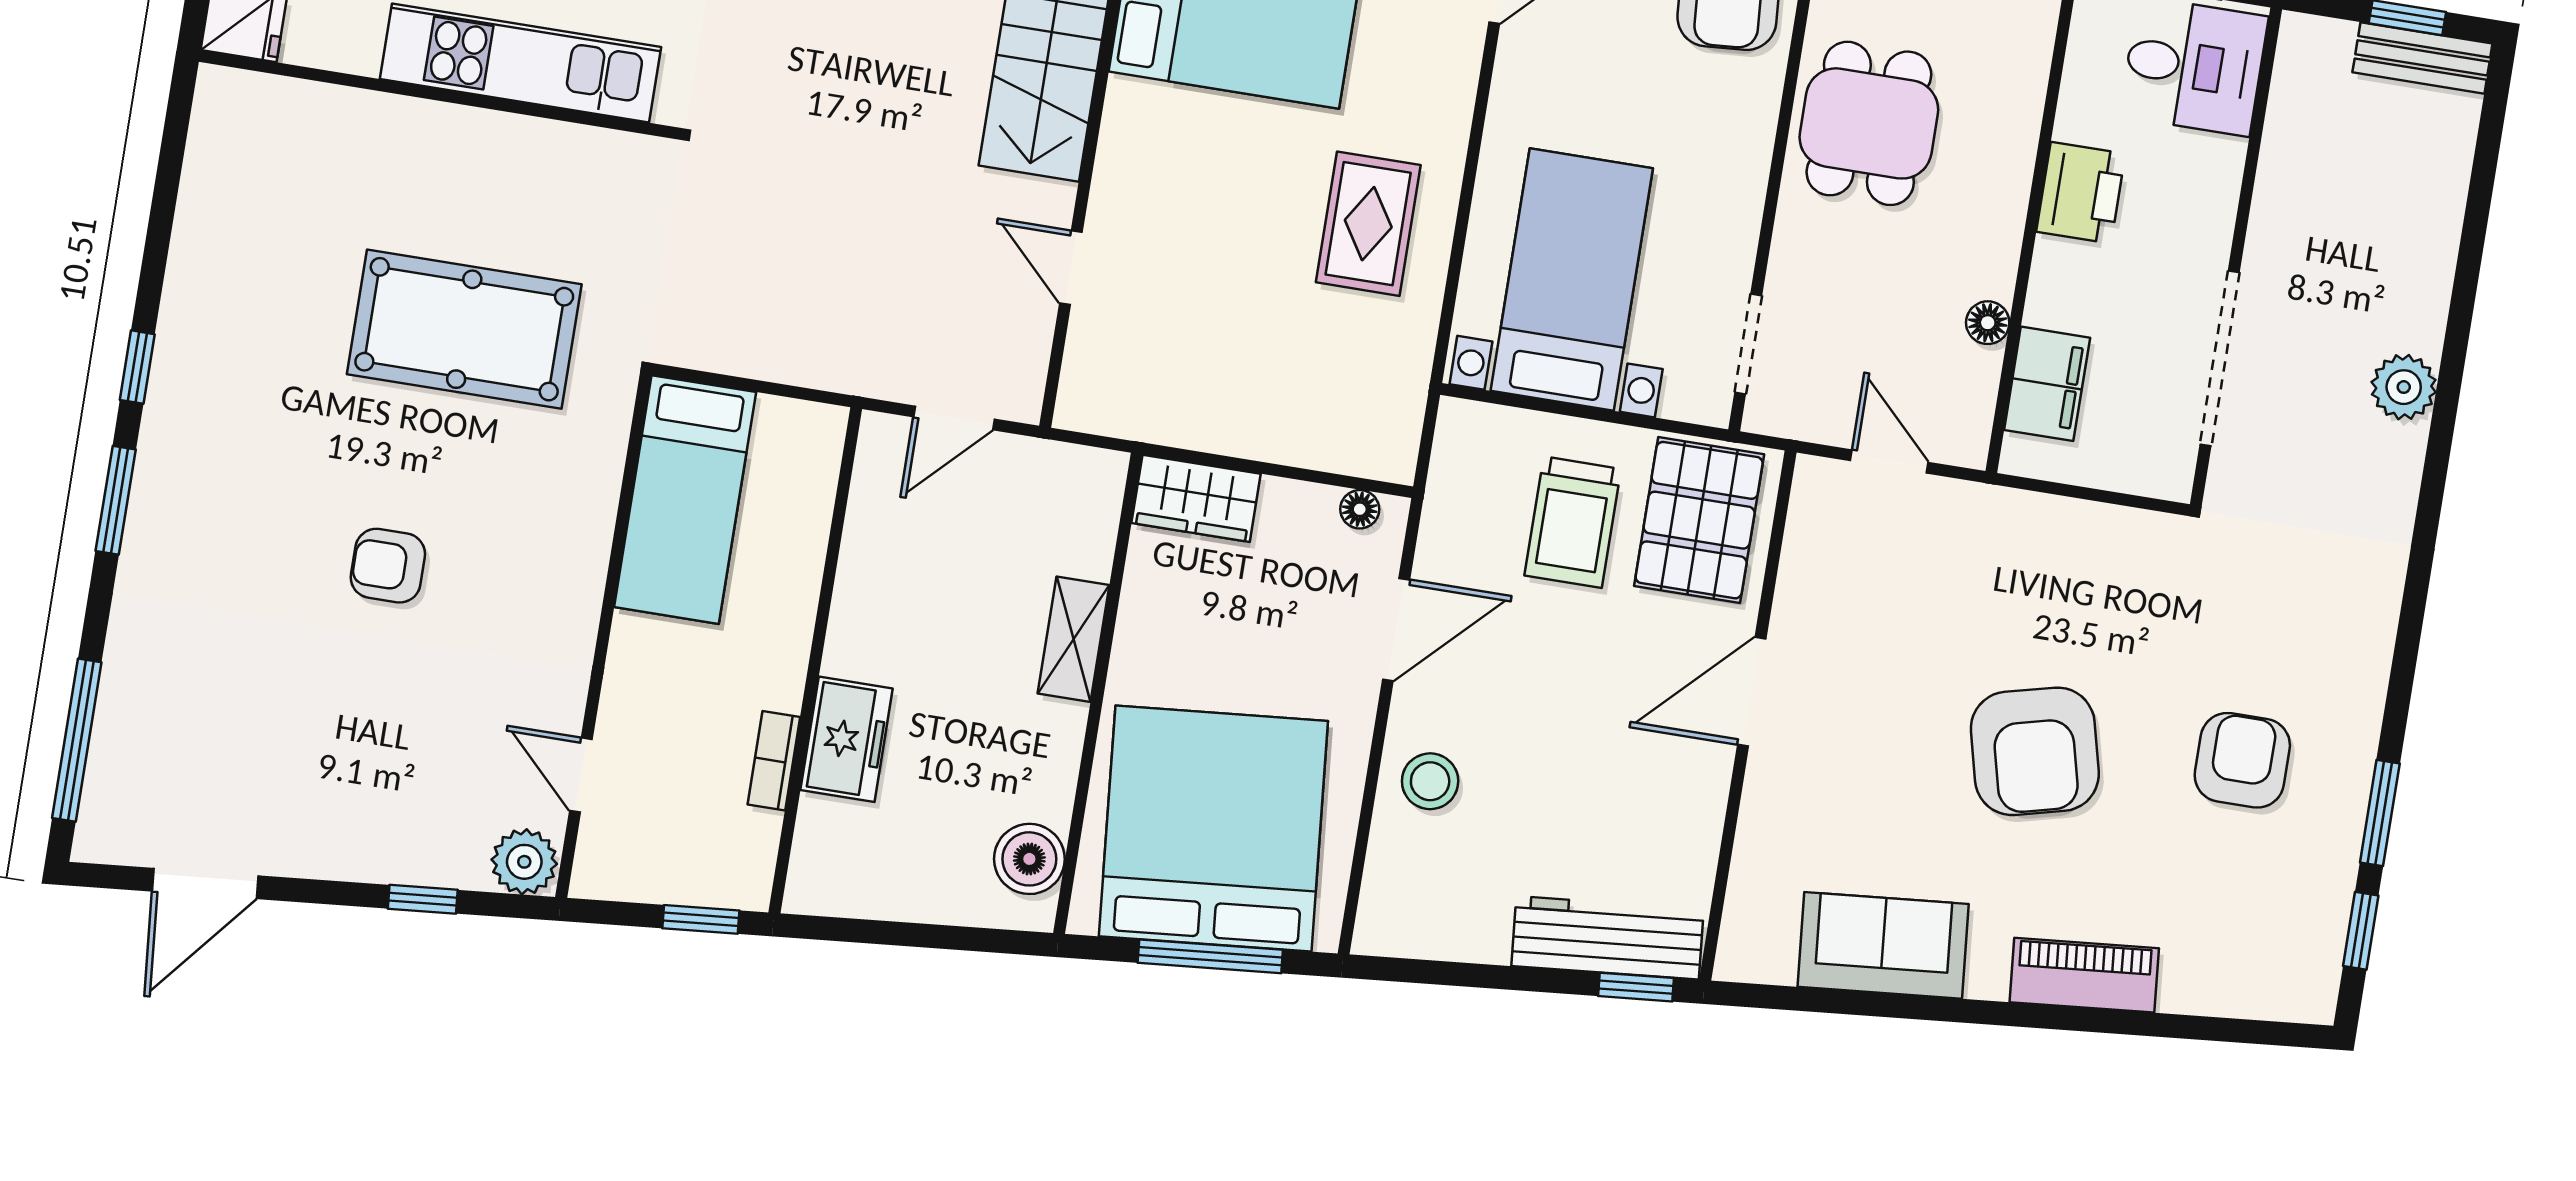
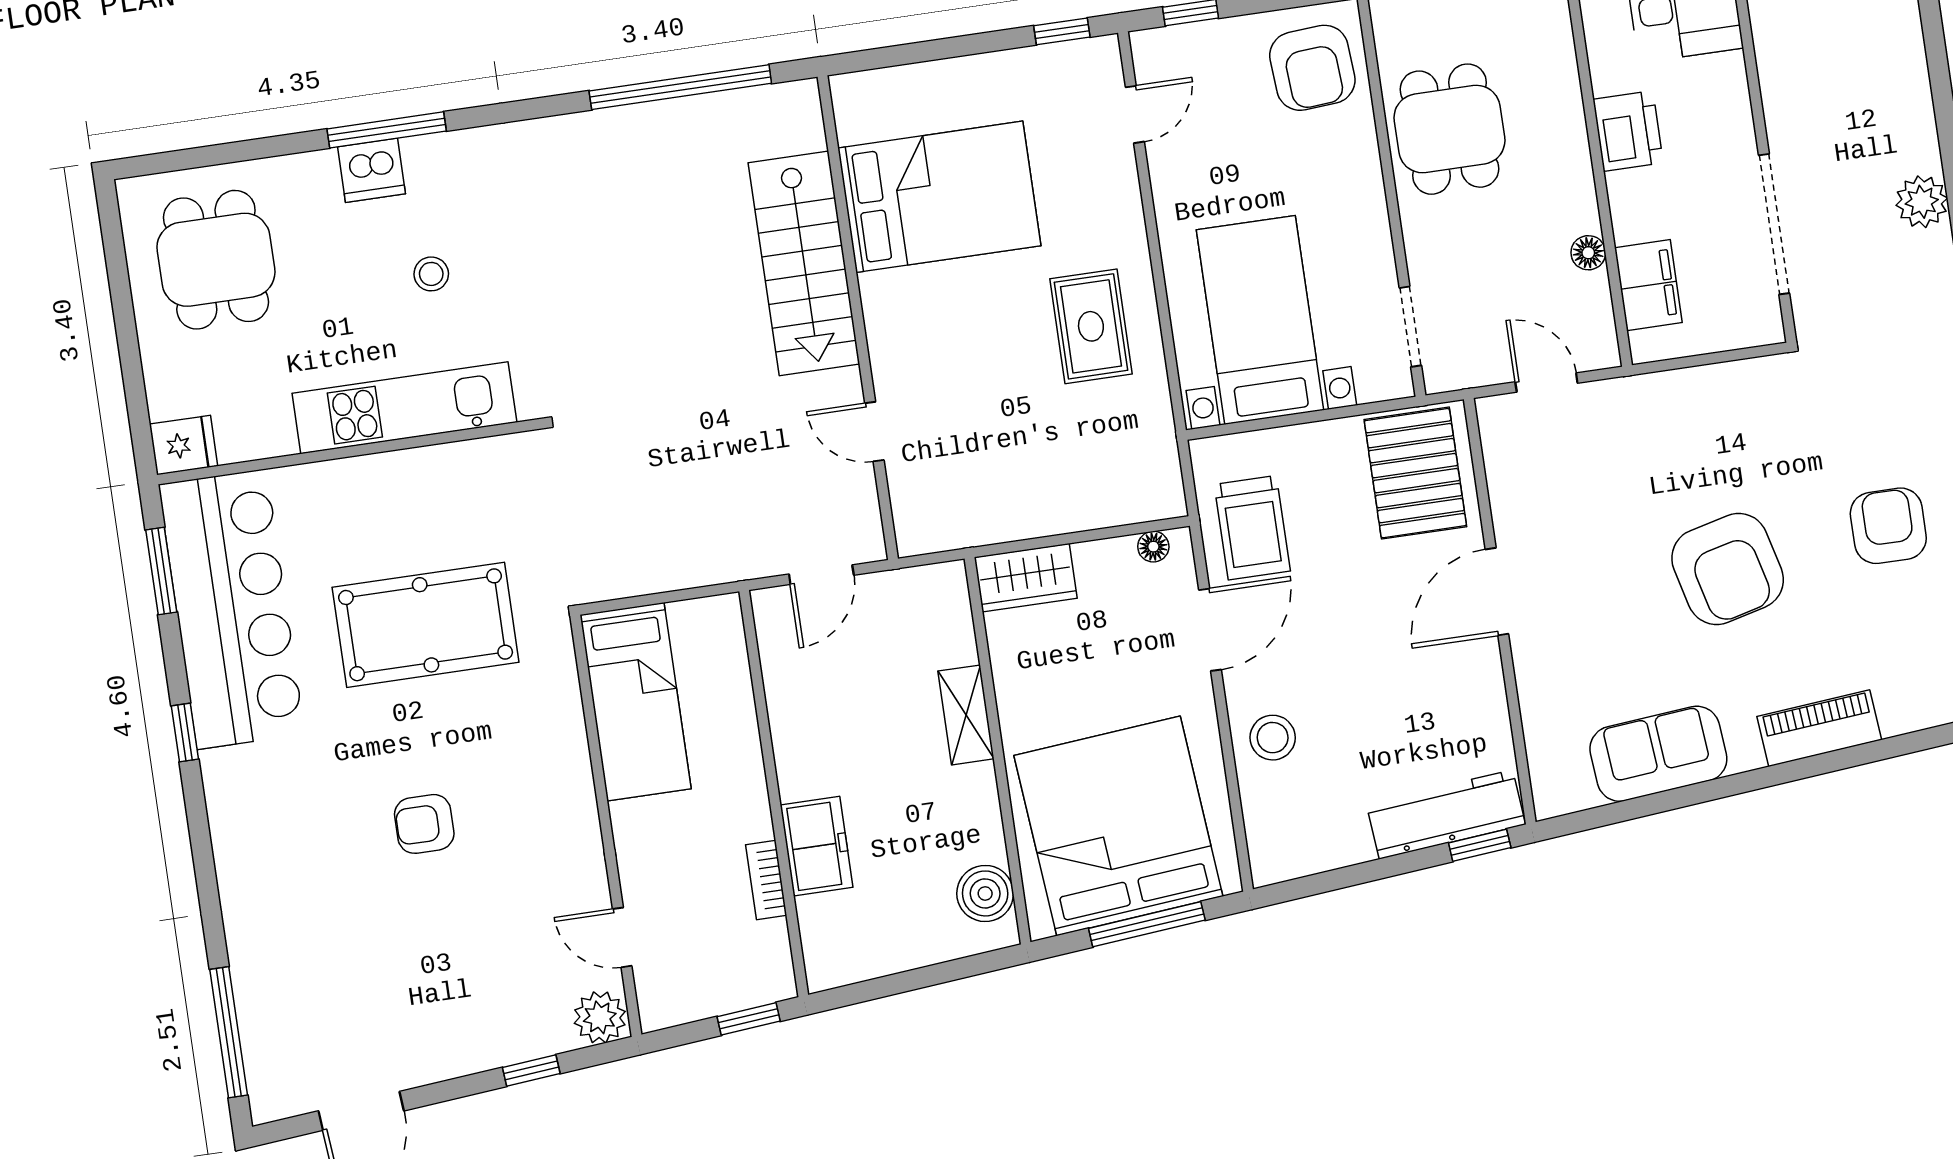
bar counter: (239, 238) -> (232, 609), added
window: (116, 500) -> (161, 571), moved
trolley: (1573, 522) -> (1252, 528), moved

